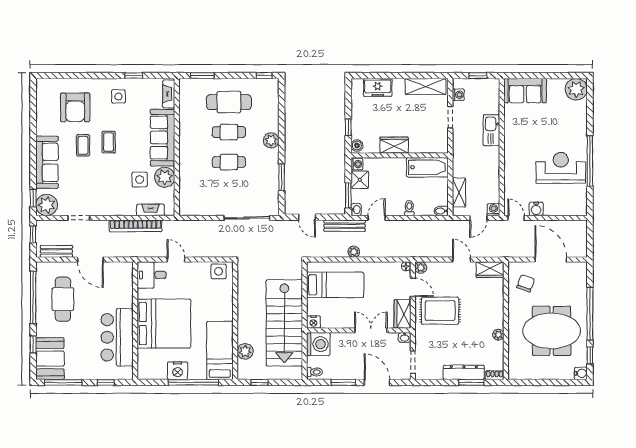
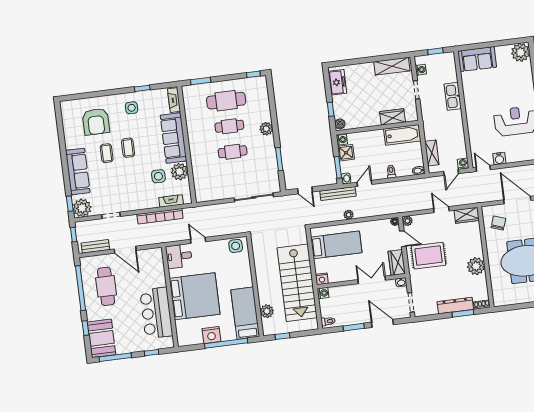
freezer: (378, 87) -> (337, 82), moved, turned -90
wardrobe: (394, 145) -> (393, 117), moved
plant: (498, 335) -> (476, 266), width x1.88, depth x1.88
washing machine: (318, 344) -> (323, 293), width x0.53, depth x0.53

